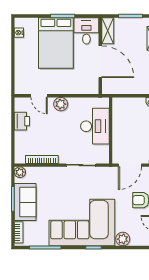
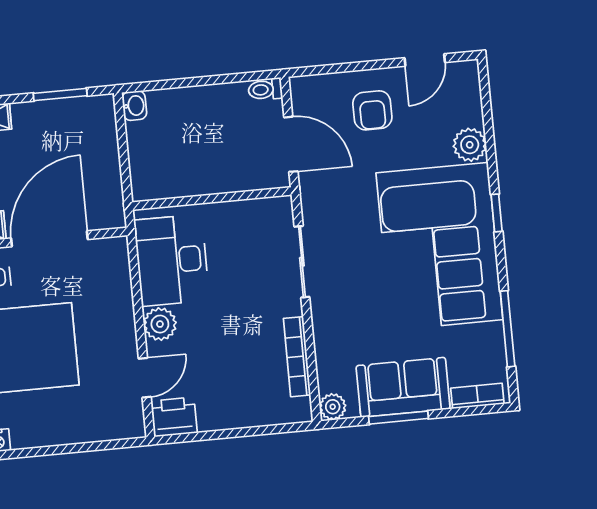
printer: (22, 121) -> (174, 417), moved
desk: (95, 126) -> (172, 260), moved, turned -90

